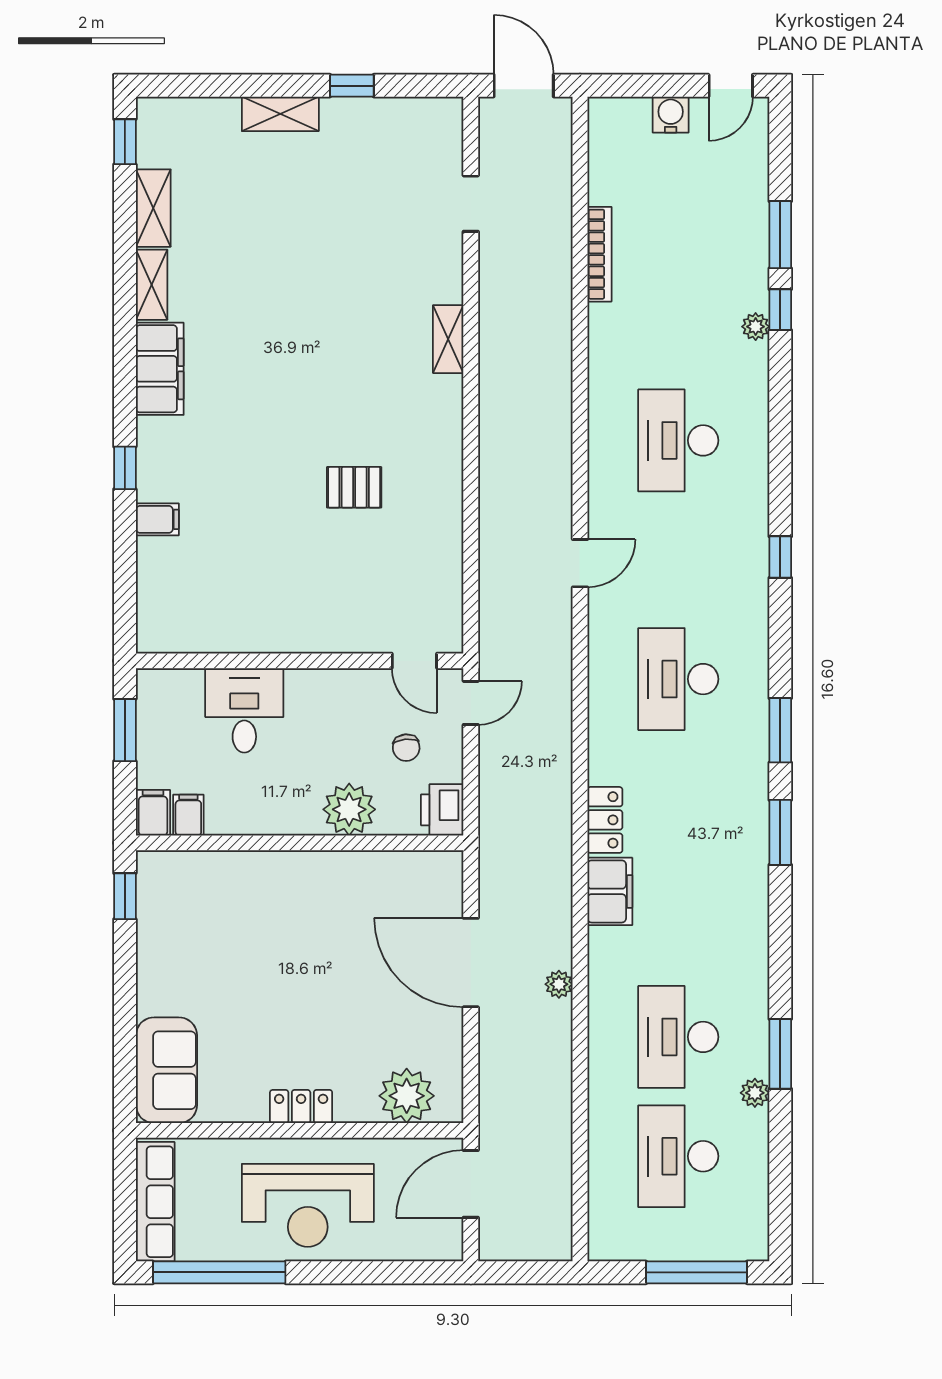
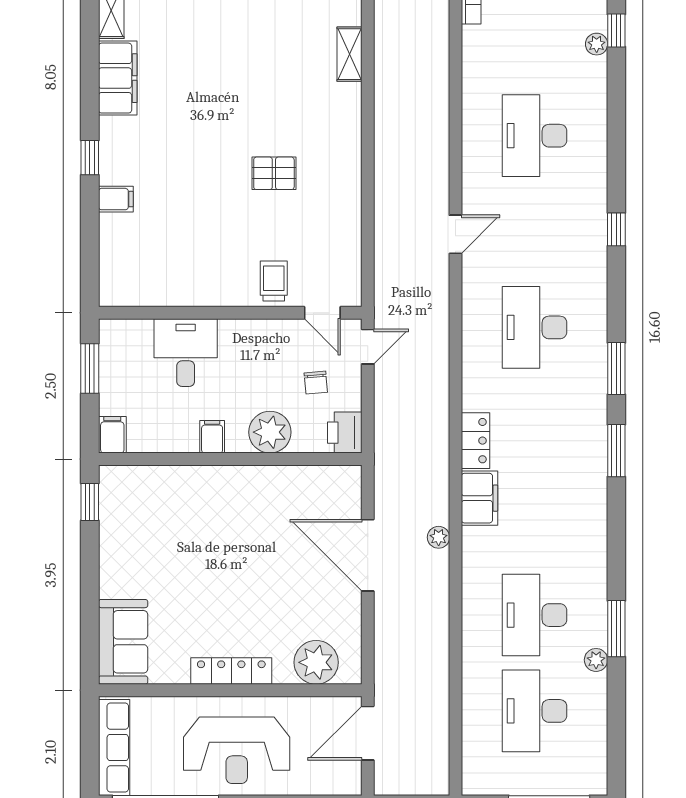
trolley: (354, 621) -> (274, 281), added
filing cabinet: (188, 815) -> (212, 437), moved
plant: (559, 984) -> (439, 537), moved
locker: (301, 1107) -> (231, 671), width x1.53

